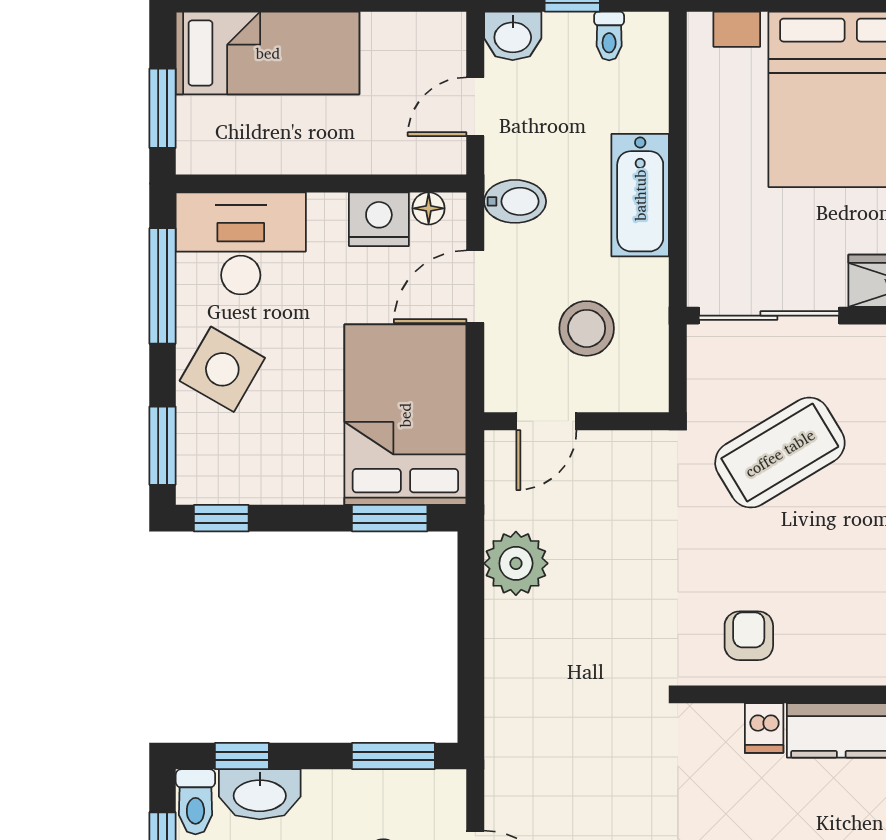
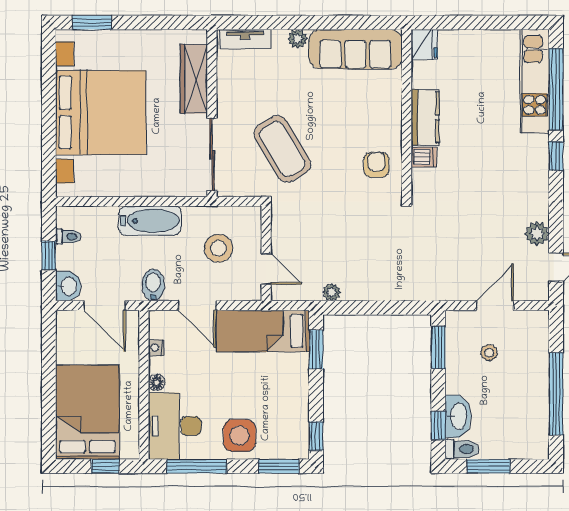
bed: (268, 53) -> (88, 412), width x1.50
door: (475, 107) -> (105, 305), width x1.38
window: (162, 108) -> (105, 466), width x0.67
floor lamp: (429, 208) -> (157, 382), moved
nightstand: (379, 219) -> (156, 348), width x0.53, depth x0.56
side table: (222, 369) -> (240, 436), turned -30
bed: (405, 415) -> (263, 331), width x0.67
plant: (516, 563) -> (332, 292), width x0.53, depth x0.53
armchair: (749, 636) -> (376, 165), turned 90

